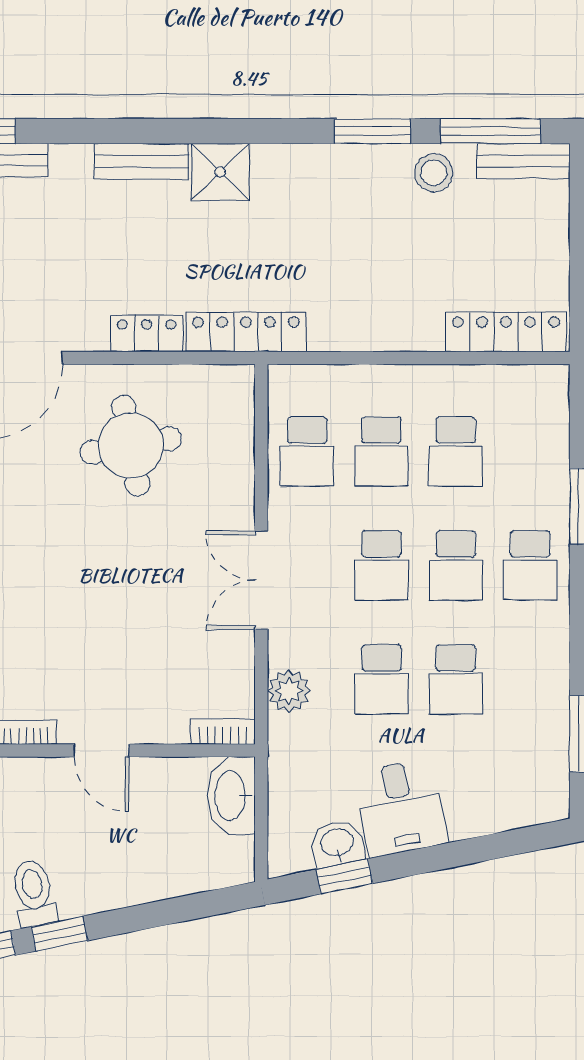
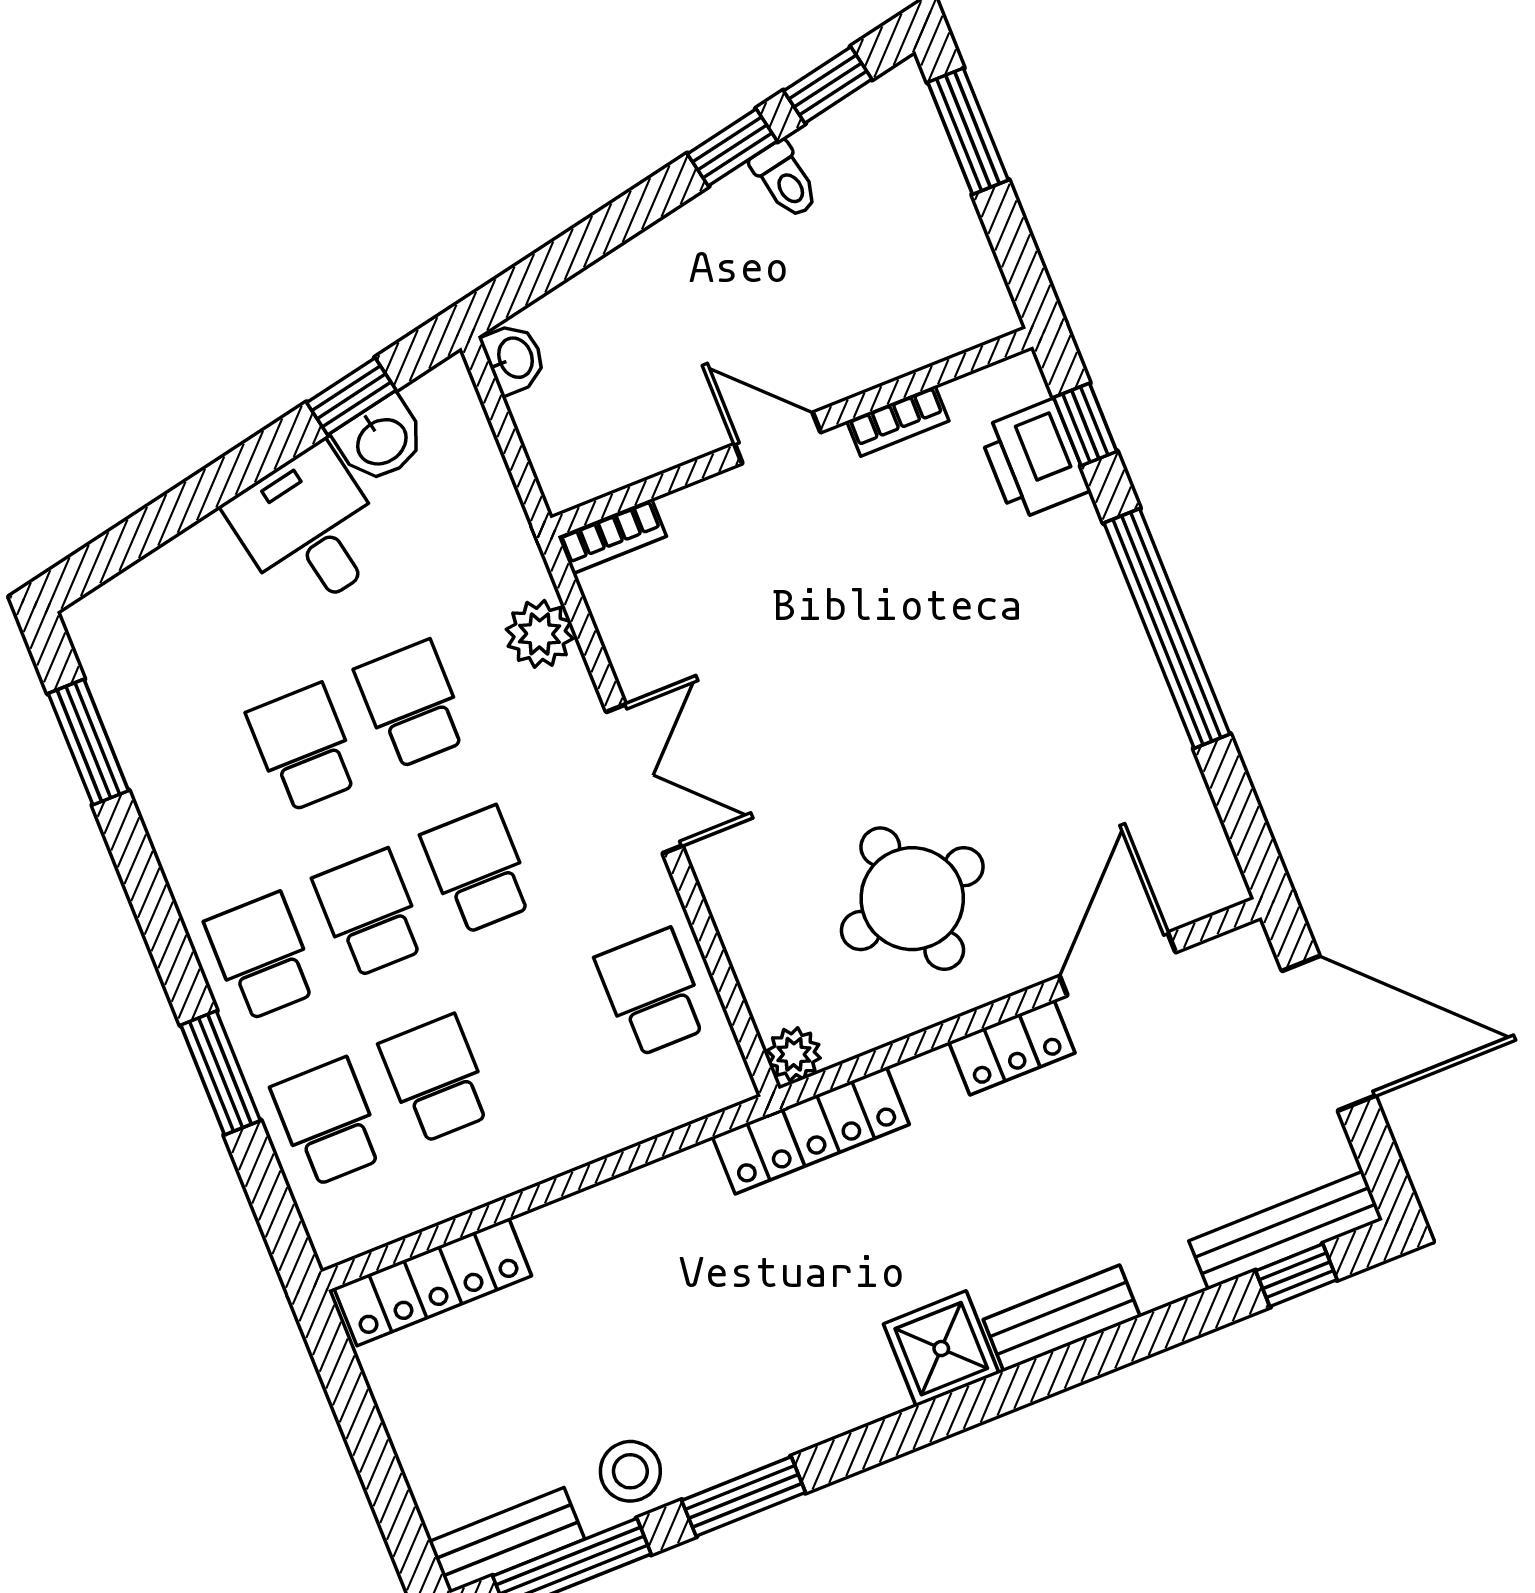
locker: (147, 334) -> (1012, 1047), moved
plant: (238, 381) -> (794, 1054), added
school desk: (382, 451) -> (328, 1122), moved
washbasin: (231, 796) -> (514, 358), moved, width x0.52, depth x0.69
toilet: (34, 893) -> (785, 180), width x0.73, depth x0.72

